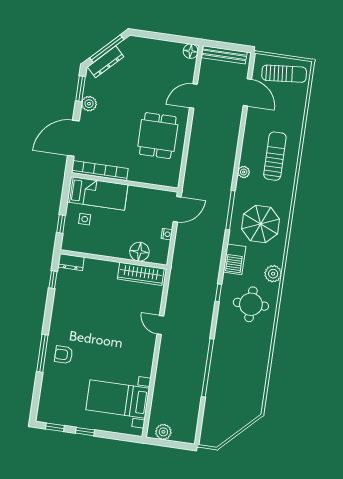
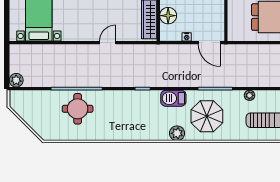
plant: (273, 274) -> (177, 133), moved
round table: (251, 304) -> (78, 109), moved
plant: (163, 432) -> (16, 80), moved

